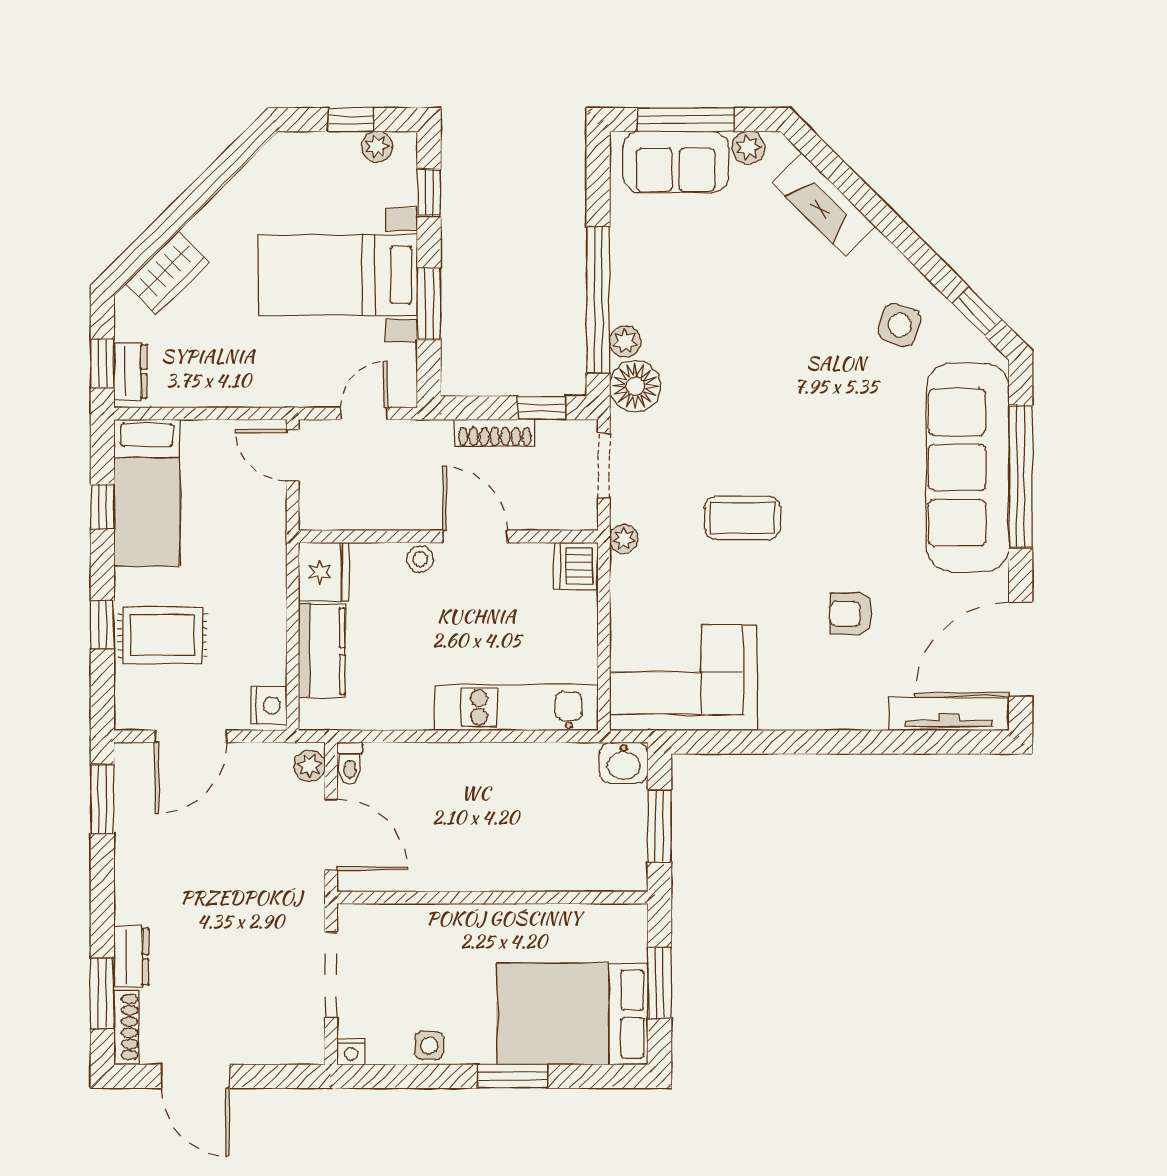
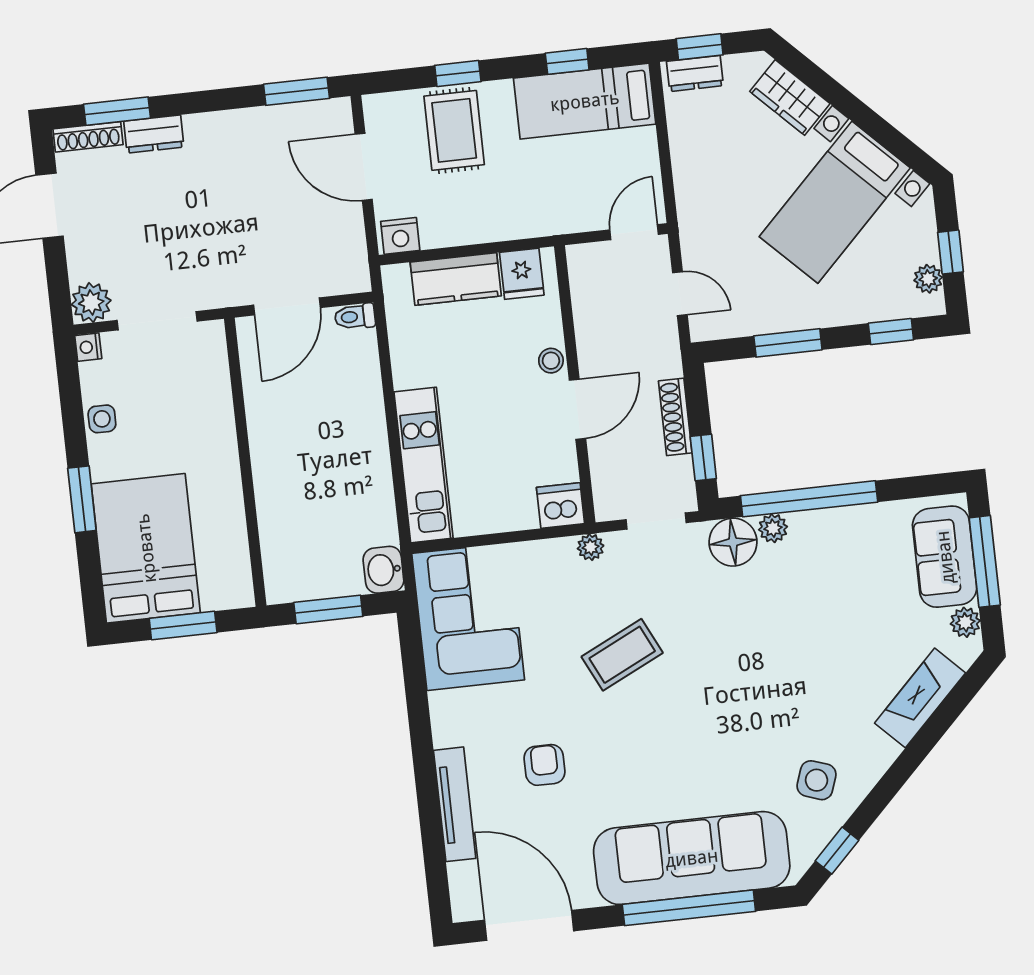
bed with nightstands: (338, 275) -> (835, 202), moved, turned -135
coffee table: (742, 518) -> (622, 655), turned 64
fridge: (324, 572) -> (522, 274), width x0.72
tv unit: (949, 714) -> (455, 804), moved
plant: (310, 766) -> (91, 302), moved, width x1.38, depth x1.38

